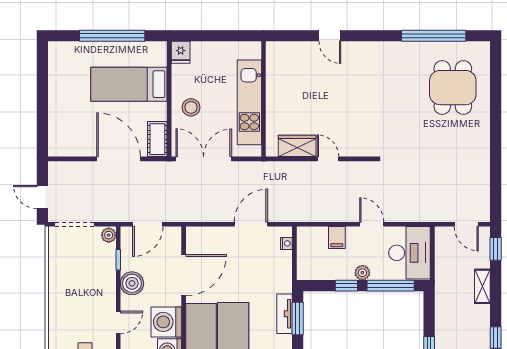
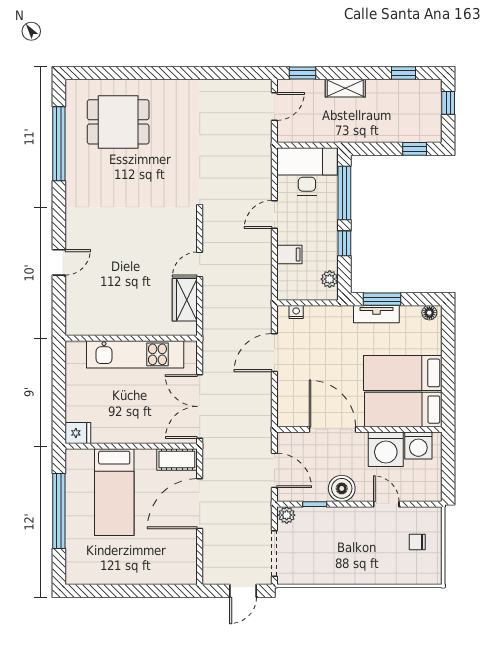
stool: (191, 107) -> (141, 421), removed
door: (251, 224) -> (274, 353), hinge flipped
plant: (362, 273) -> (330, 279), moved

